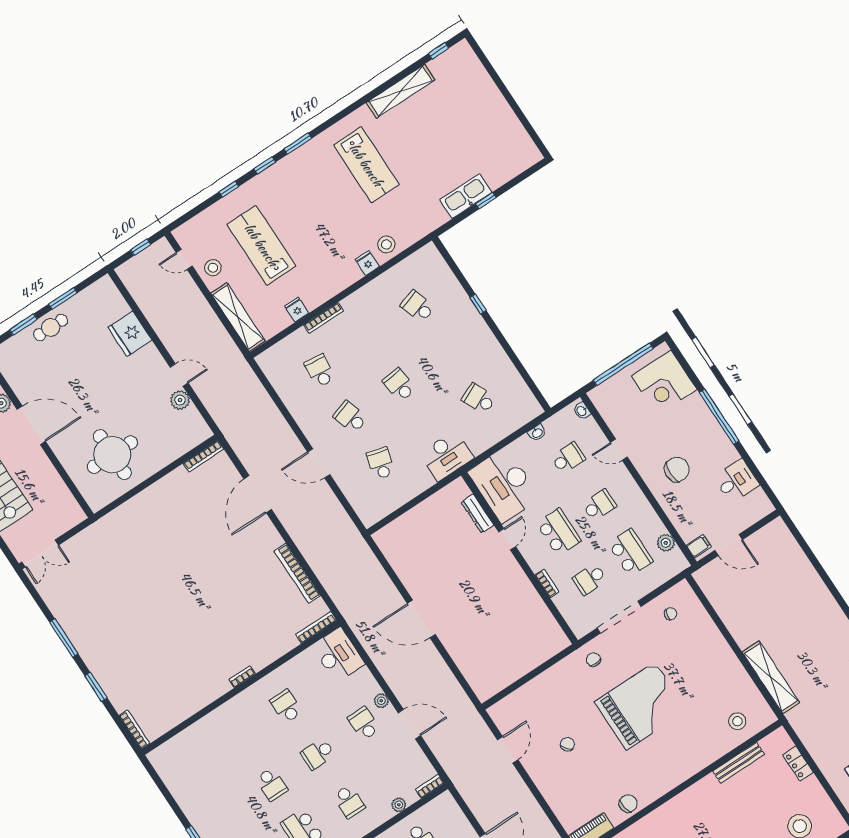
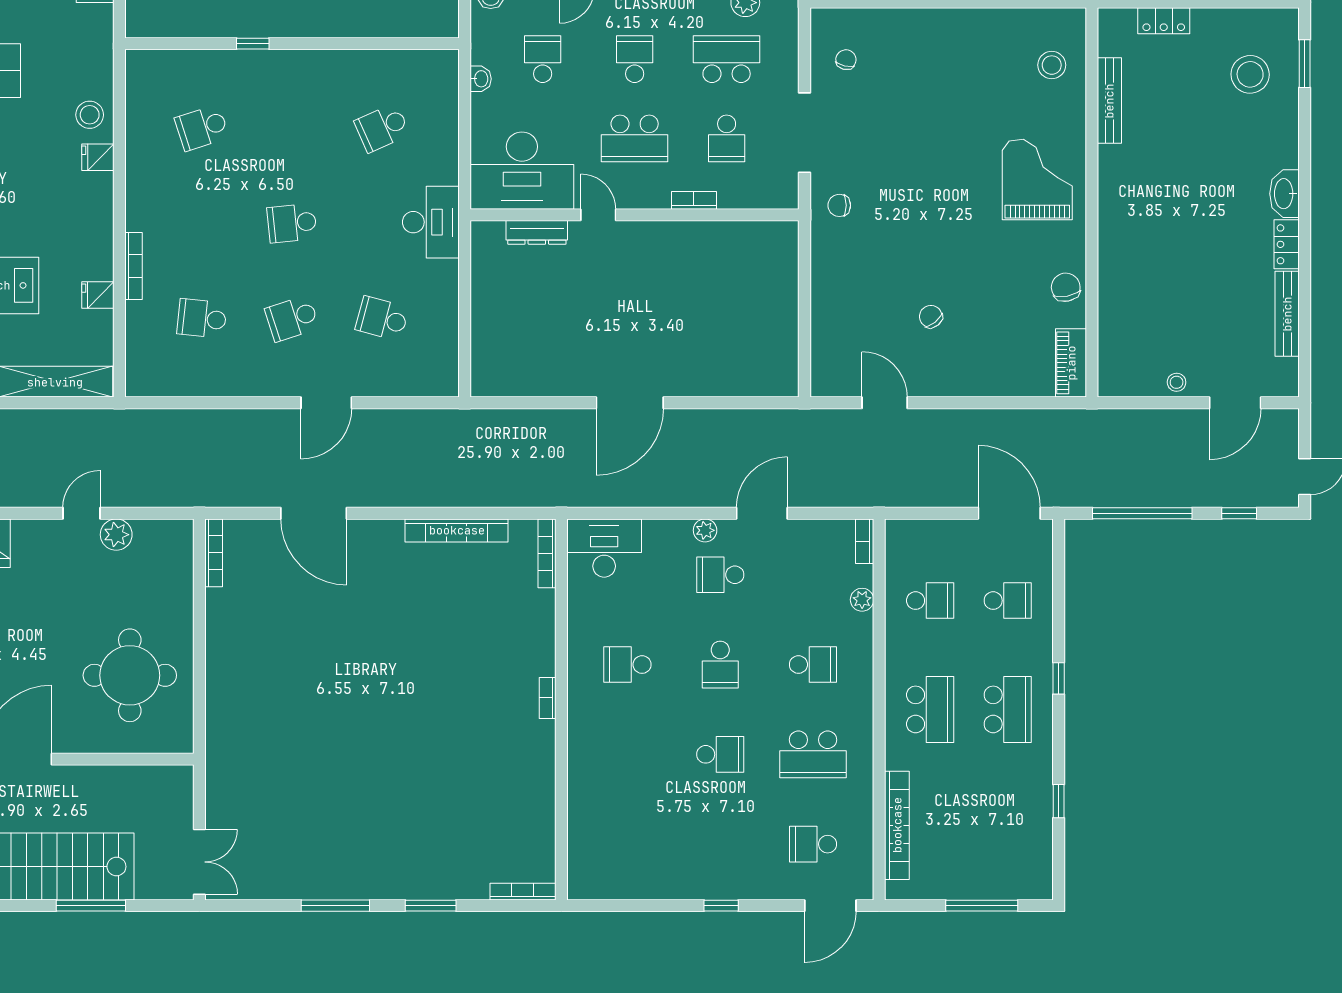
school desk: (559, 532) -> (635, 138), turned 180
grand piano: (641, 706) -> (1037, 179), moved, width x0.73, depth x0.68

